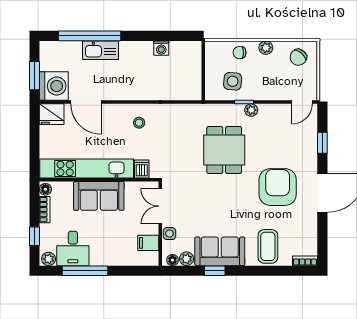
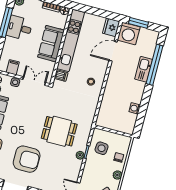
desk: (73, 248) -> (19, 28), moved

